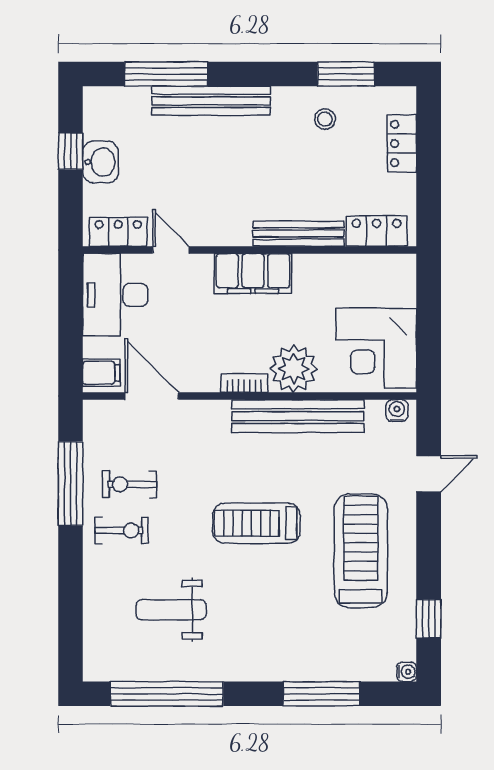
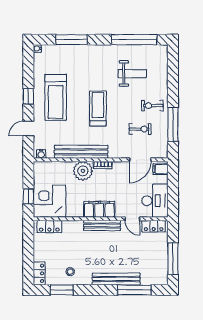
locker: (402, 144) -> (39, 273), moved
window: (71, 151) -> (173, 259), width x2.17
washbasin: (100, 162) -> (161, 254), removed
bench: (298, 234) -> (102, 225), moved
window: (429, 306) -> (28, 196), added
corner desk: (376, 348) -> (49, 201), moved, turned -90
door: (152, 396) -> (140, 160), hinge flipped
exercise bike: (130, 484) -> (140, 129), moved
treadmill: (256, 523) -> (98, 108), turned -90
window: (429, 619) -> (28, 96), moved

